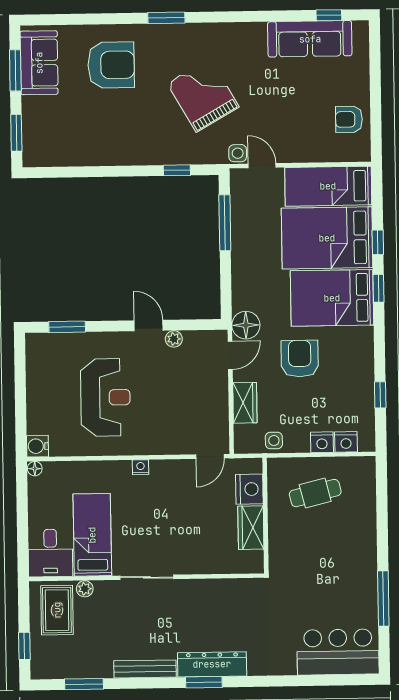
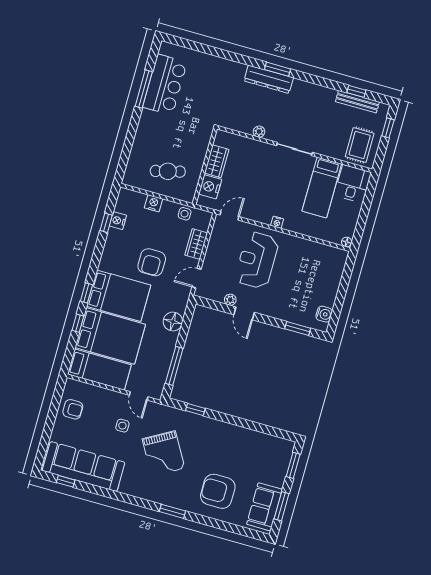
sofa: (310, 39) -> (84, 466), width x1.36, depth x1.27
side table: (238, 153) -> (122, 426), moved
floor lamp: (246, 325) -> (173, 322), moved
reception desk: (105, 397) -> (257, 260), moved
nightstand: (346, 442) -> (118, 221), moved, turned -90
water cooler: (37, 446) -> (324, 314), moved
plant: (85, 589) -> (259, 132), moved
bar counter: (338, 652) -> (165, 85), moved, turned -90
bench: (145, 669) -> (357, 102), moved
window: (84, 684) -> (356, 91), width x0.67

